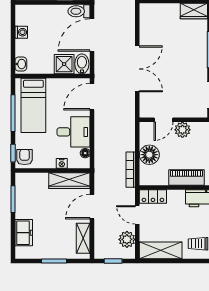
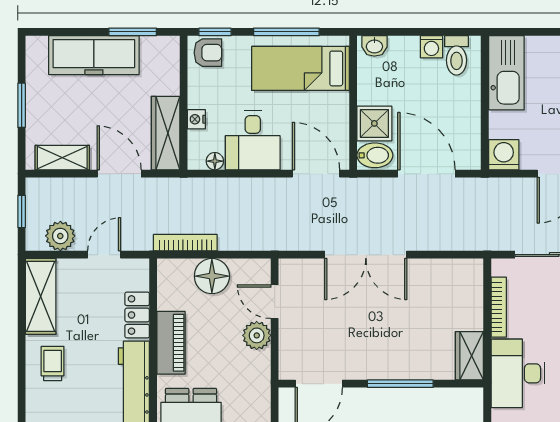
toilet: (79, 11) -> (456, 55), moved, turned 180
locker: (153, 196) -> (137, 315), moved
freezer: (24, 233) -> (94, 55), width x1.91, depth x1.26

